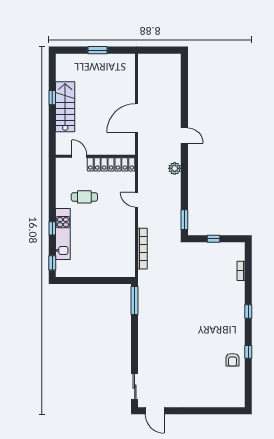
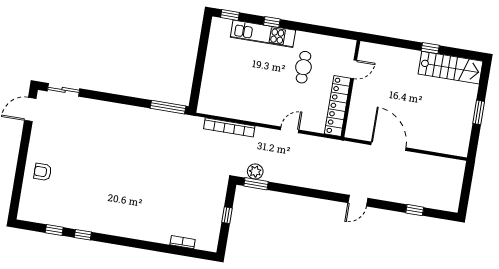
window: (184, 89) -> (415, 210), added
stairs: (65, 107) -> (451, 68), moved
plant: (175, 168) -> (255, 172), moved
window: (248, 311) -> (54, 230), moved
armchair: (232, 360) -> (43, 172), moved

